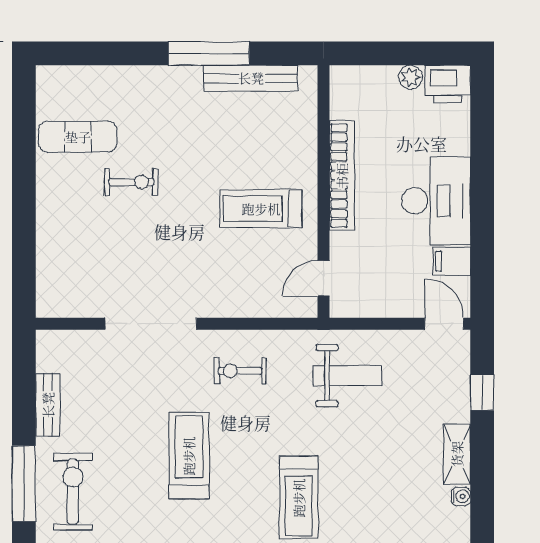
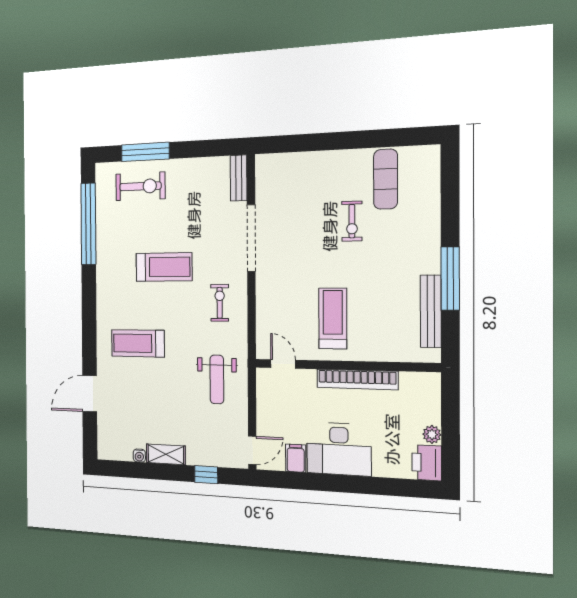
bench: (48, 405) -> (239, 178), moved, turned 90

